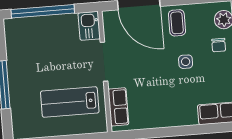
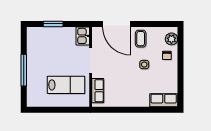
window: (43, 11) -> (53, 24), width x0.47
lab bench: (70, 102) -> (66, 85), turned 180

